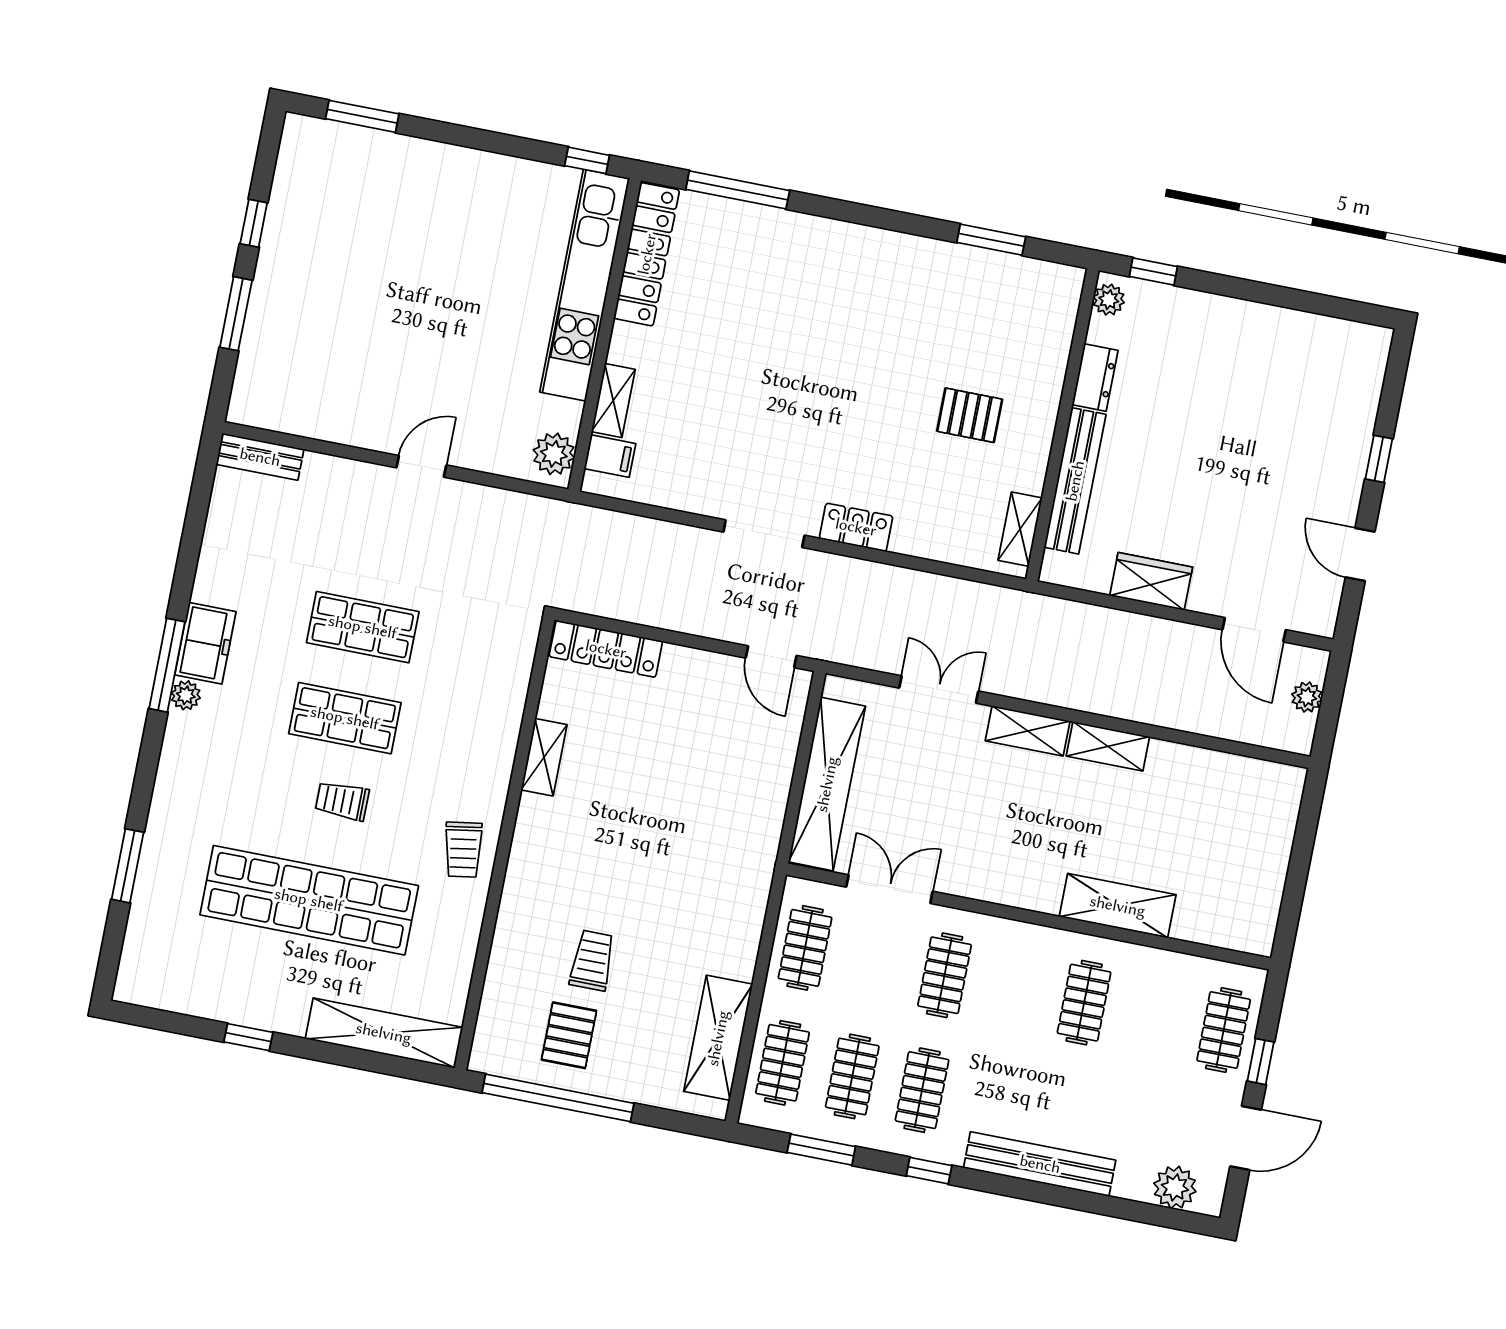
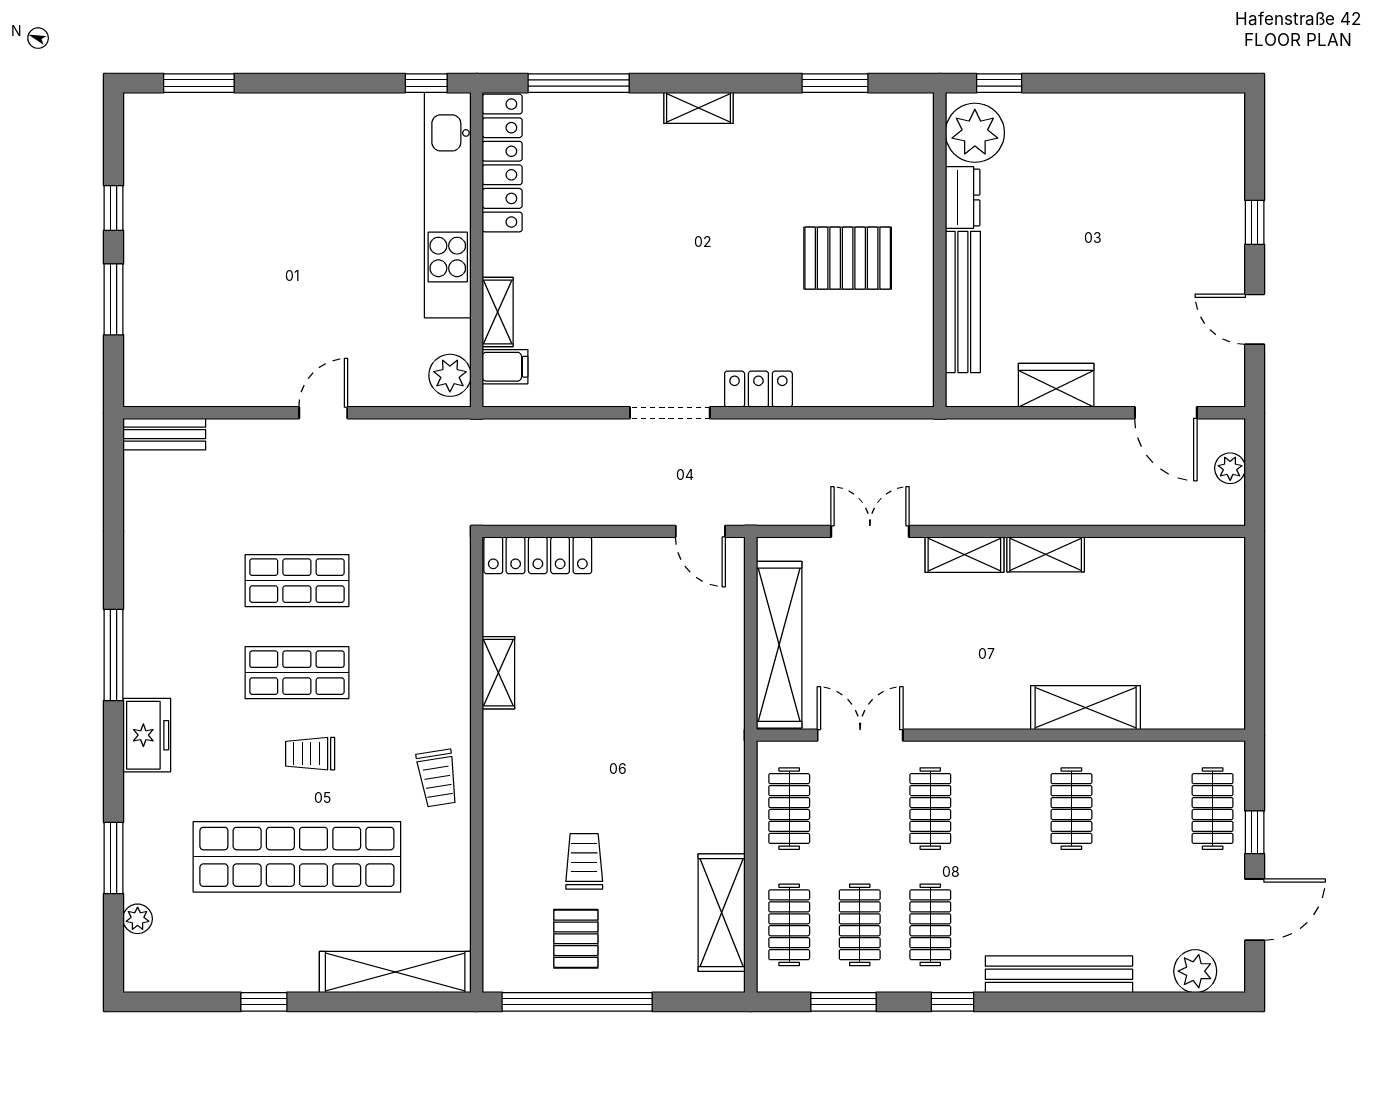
plant: (1109, 300) -> (975, 133), width x1.88, depth x1.88
pallet: (970, 415) -> (848, 258), width x1.50, depth x1.42
shelving: (1020, 529) -> (698, 108), moved, turned 90
freezer: (205, 643) -> (147, 735), moved
plant: (186, 695) -> (138, 919), moved

